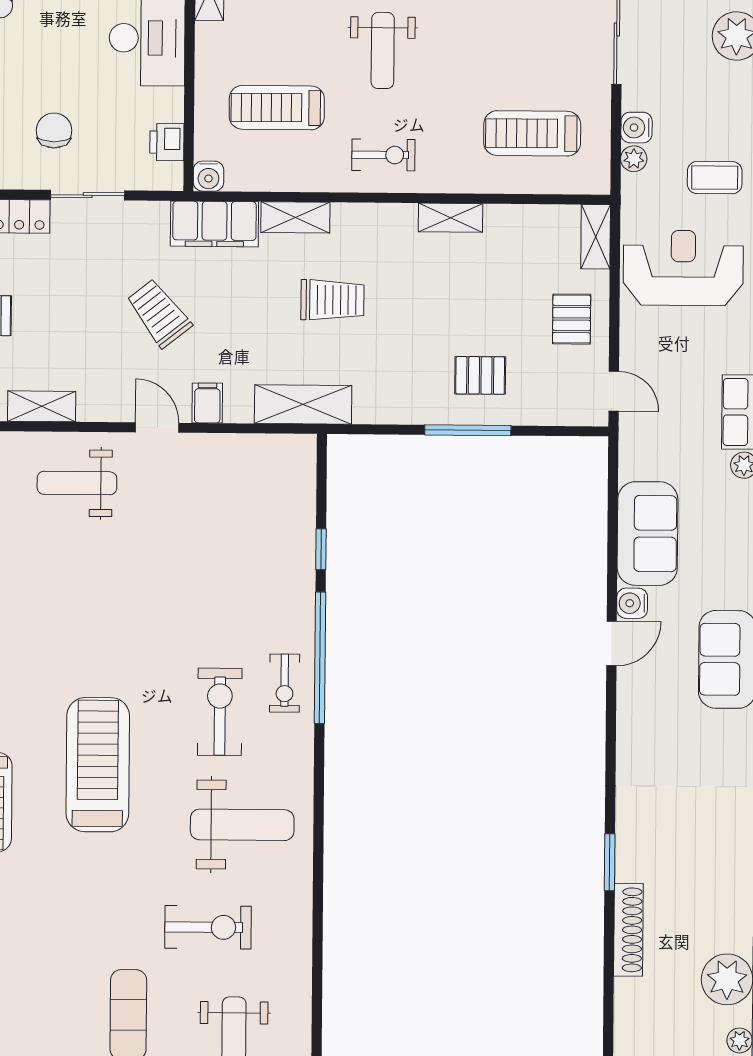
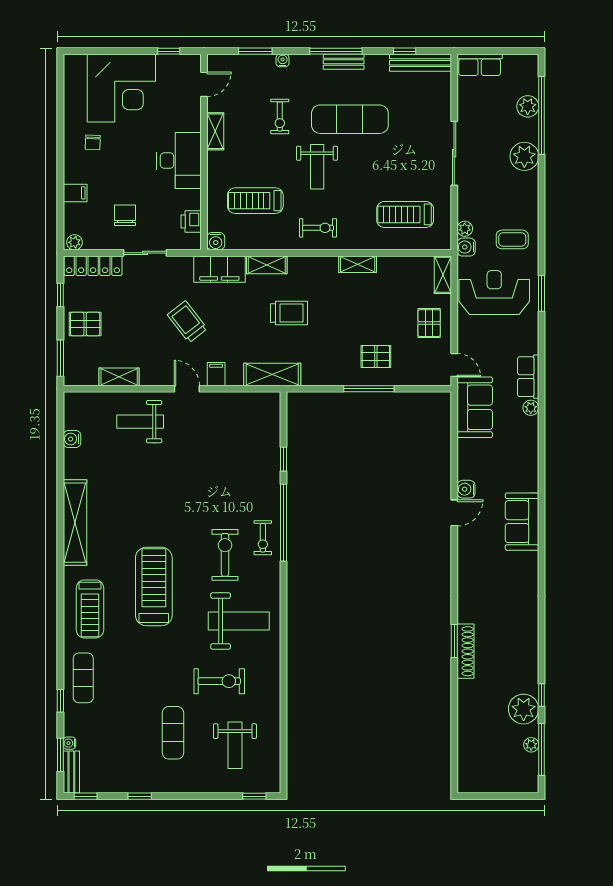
water cooler: (637, 128) -> (466, 247), moved
sofa: (647, 534) -> (475, 407), moved
shoe rack: (628, 930) -> (466, 651), moved

